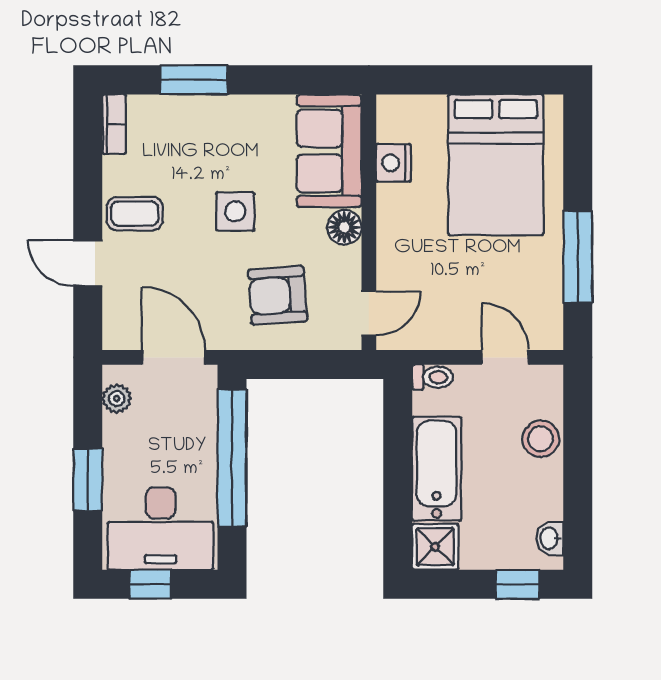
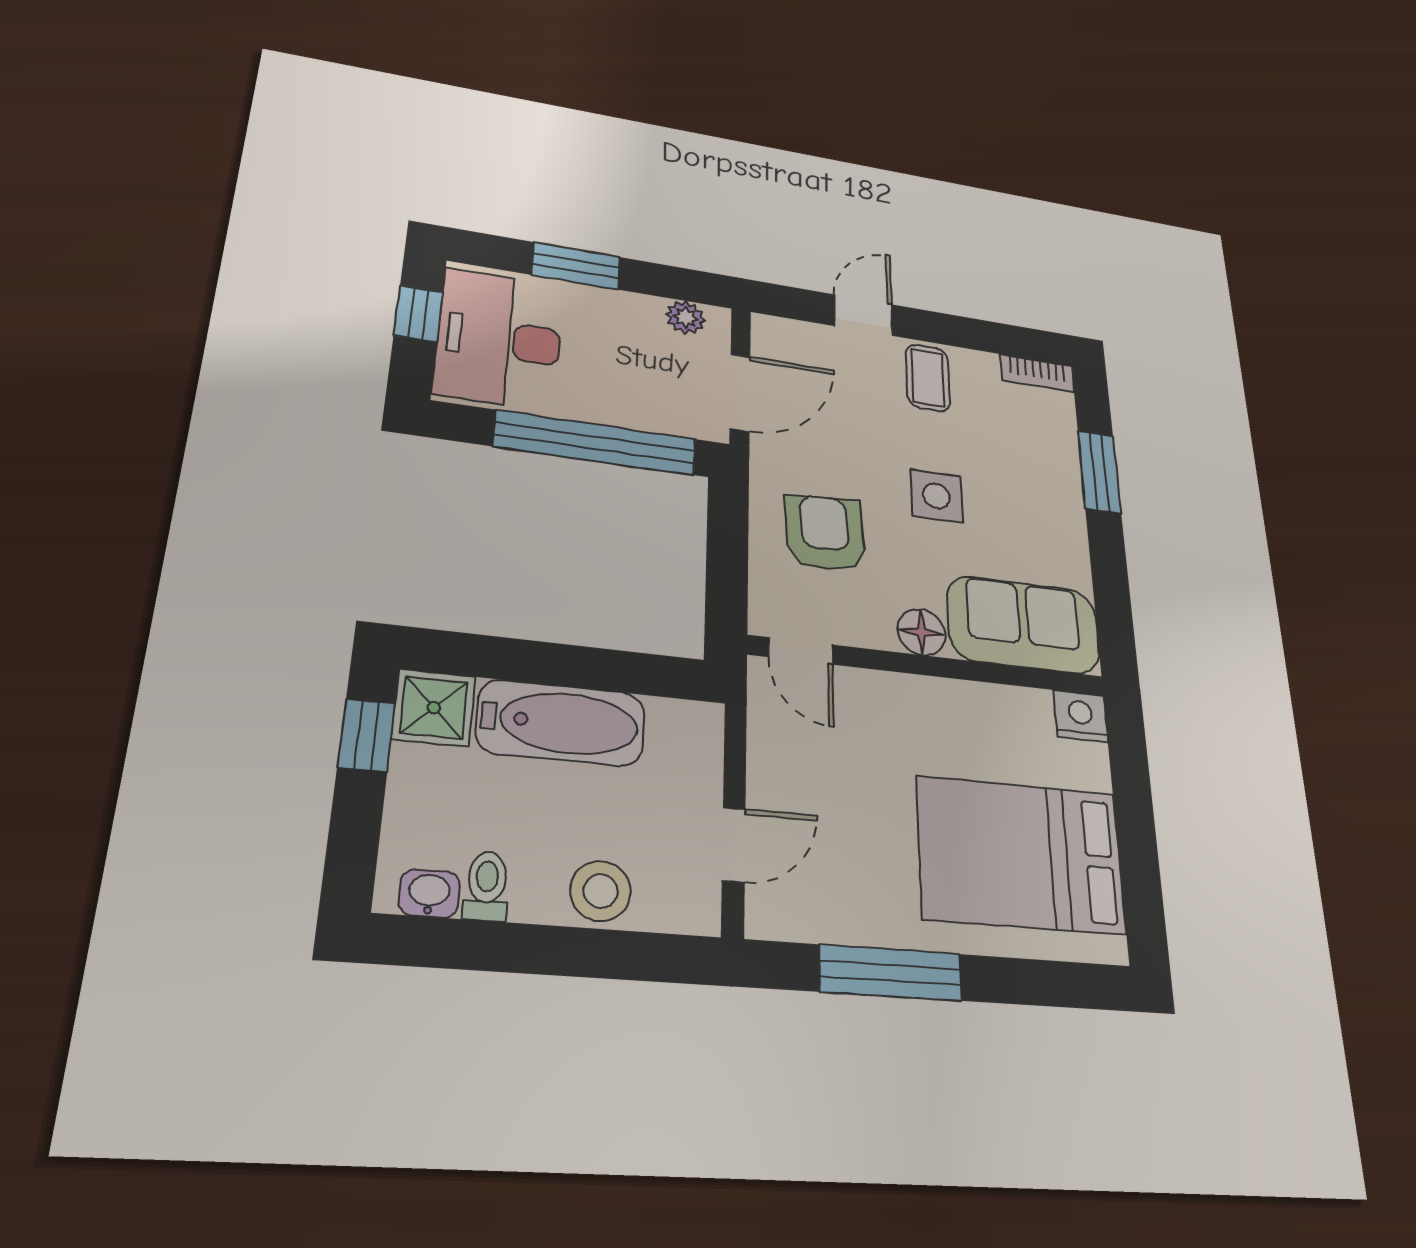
nightstand: (393, 163) -> (1081, 716), moved
toilet: (433, 377) -> (487, 886), moved, turned 180
window: (518, 584) -> (367, 735), moved

